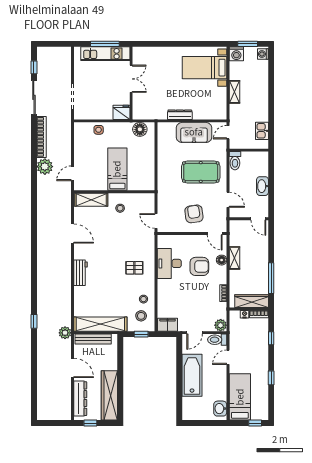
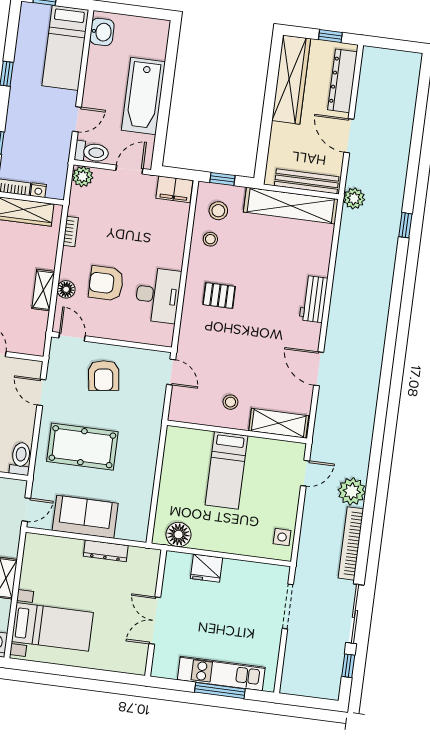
double door: (131, 79) -> (155, 621), moved
wall: (131, 83) -> (156, 613), moved
side table: (99, 130) -> (282, 537), moved

